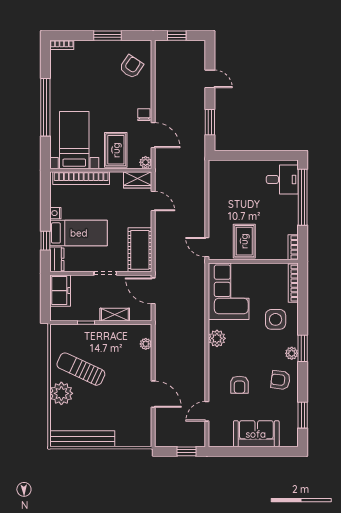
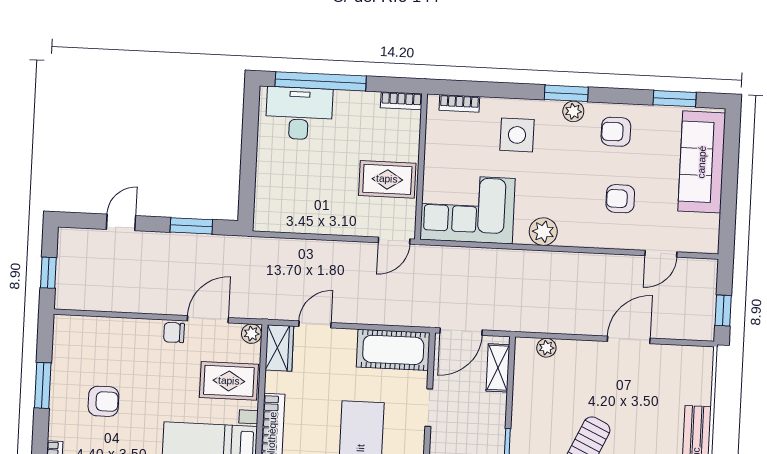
armchair: (131, 67) -> (103, 401), moved, turned 146
desk: (282, 179) -> (299, 113), width x1.37
bookcase: (293, 283) -> (459, 103), width x0.64
shelving: (115, 315) -> (498, 368), moved
armchair: (280, 380) -> (616, 132), turned 83
armchair: (239, 385) -> (620, 199), turned 180
door: (207, 411) -> (661, 254), hinge flipped
sofa: (256, 434) -> (702, 162), width x1.36
window: (187, 451) -> (723, 311), moved

